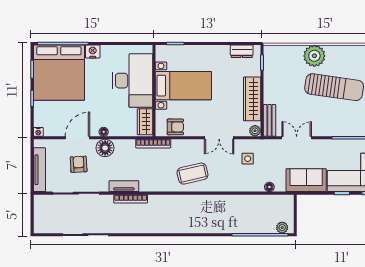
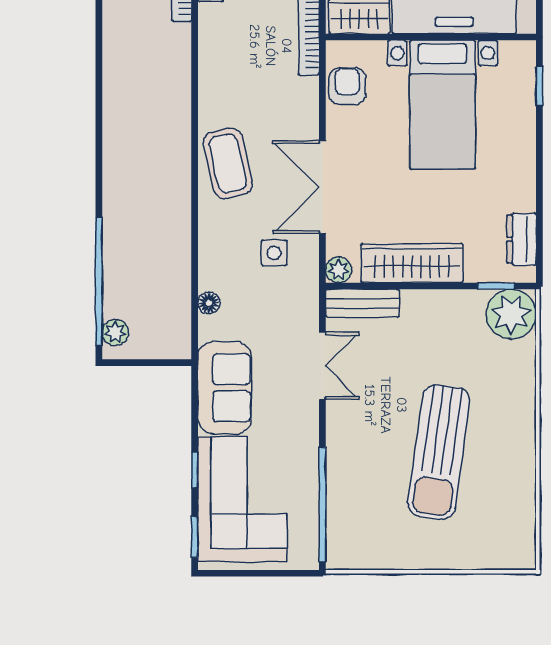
plant: (314, 56) -> (511, 314), moved
armchair: (175, 127) -> (347, 86), turned 180
double door: (219, 138) -> (322, 187), width x1.37
coffee table: (192, 174) -> (228, 163), moved

